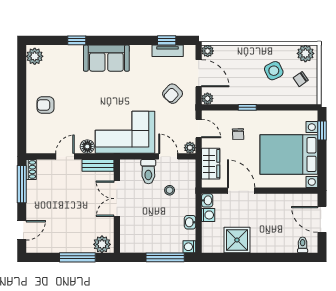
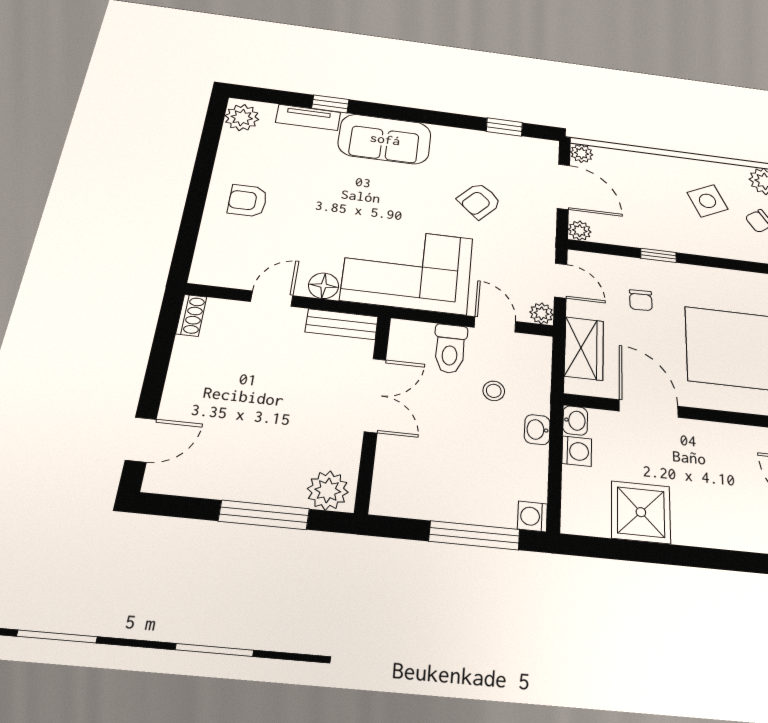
tv unit: (168, 51) -> (308, 117), moved
armchair: (173, 94) -> (479, 201), moved
window: (22, 184) -> (163, 342), removed
double door: (117, 199) -> (375, 395), swing flipped
washbasin: (190, 222) -> (537, 430), moved

